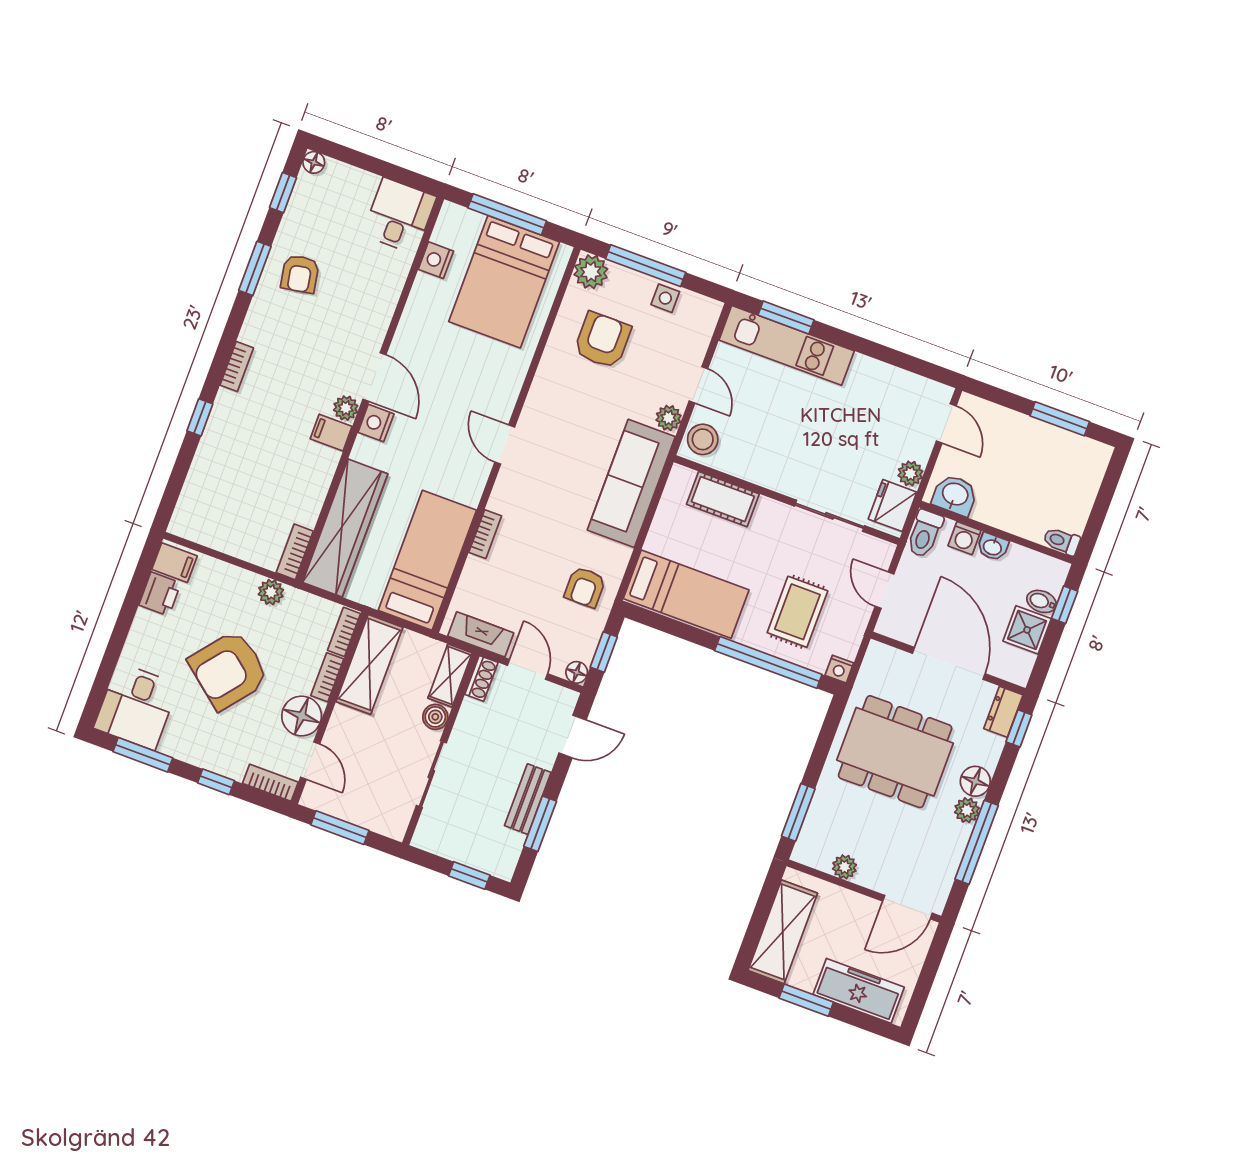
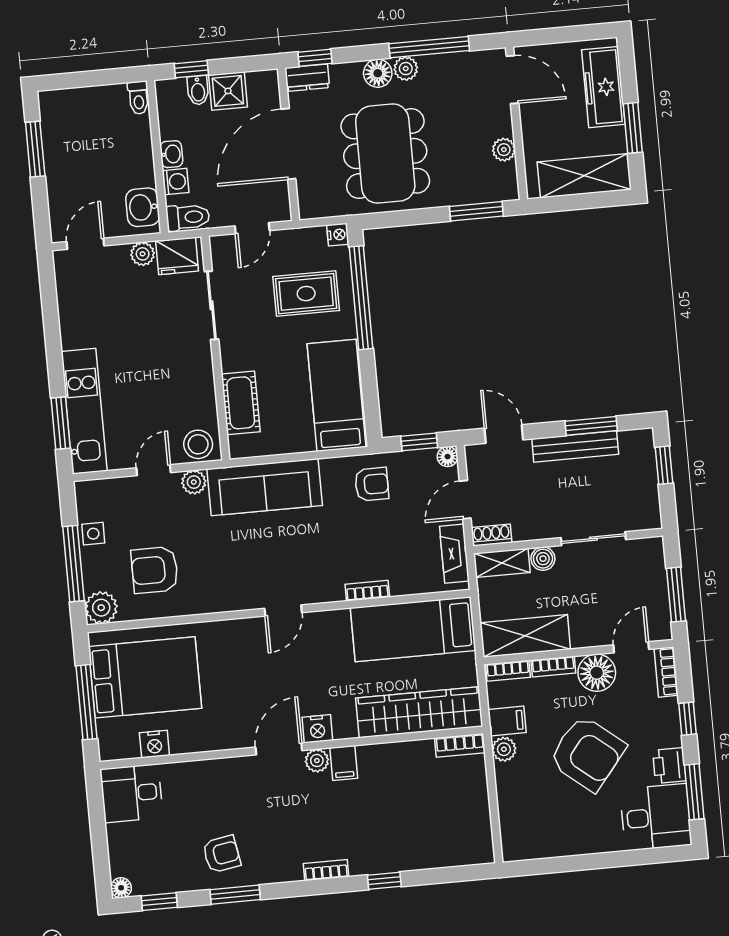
filing cabinet: (174, 563) -> (507, 721), moved, turned 90
printer: (160, 594) -> (669, 766), moved, turned -90
bench: (528, 799) -> (575, 447), width x1.36

